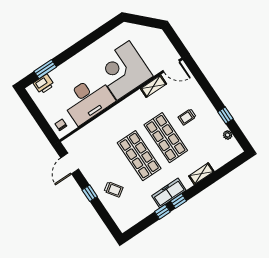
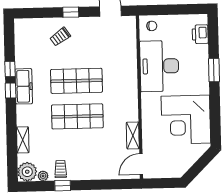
window: (45, 69) -> (214, 70), moved
corner desk: (123, 70) -> (186, 120), moved, turned 180
trolley: (187, 117) -> (61, 169), moved
plant: (232, 149) -> (27, 172), added
shelving: (201, 174) -> (23, 140), moved

